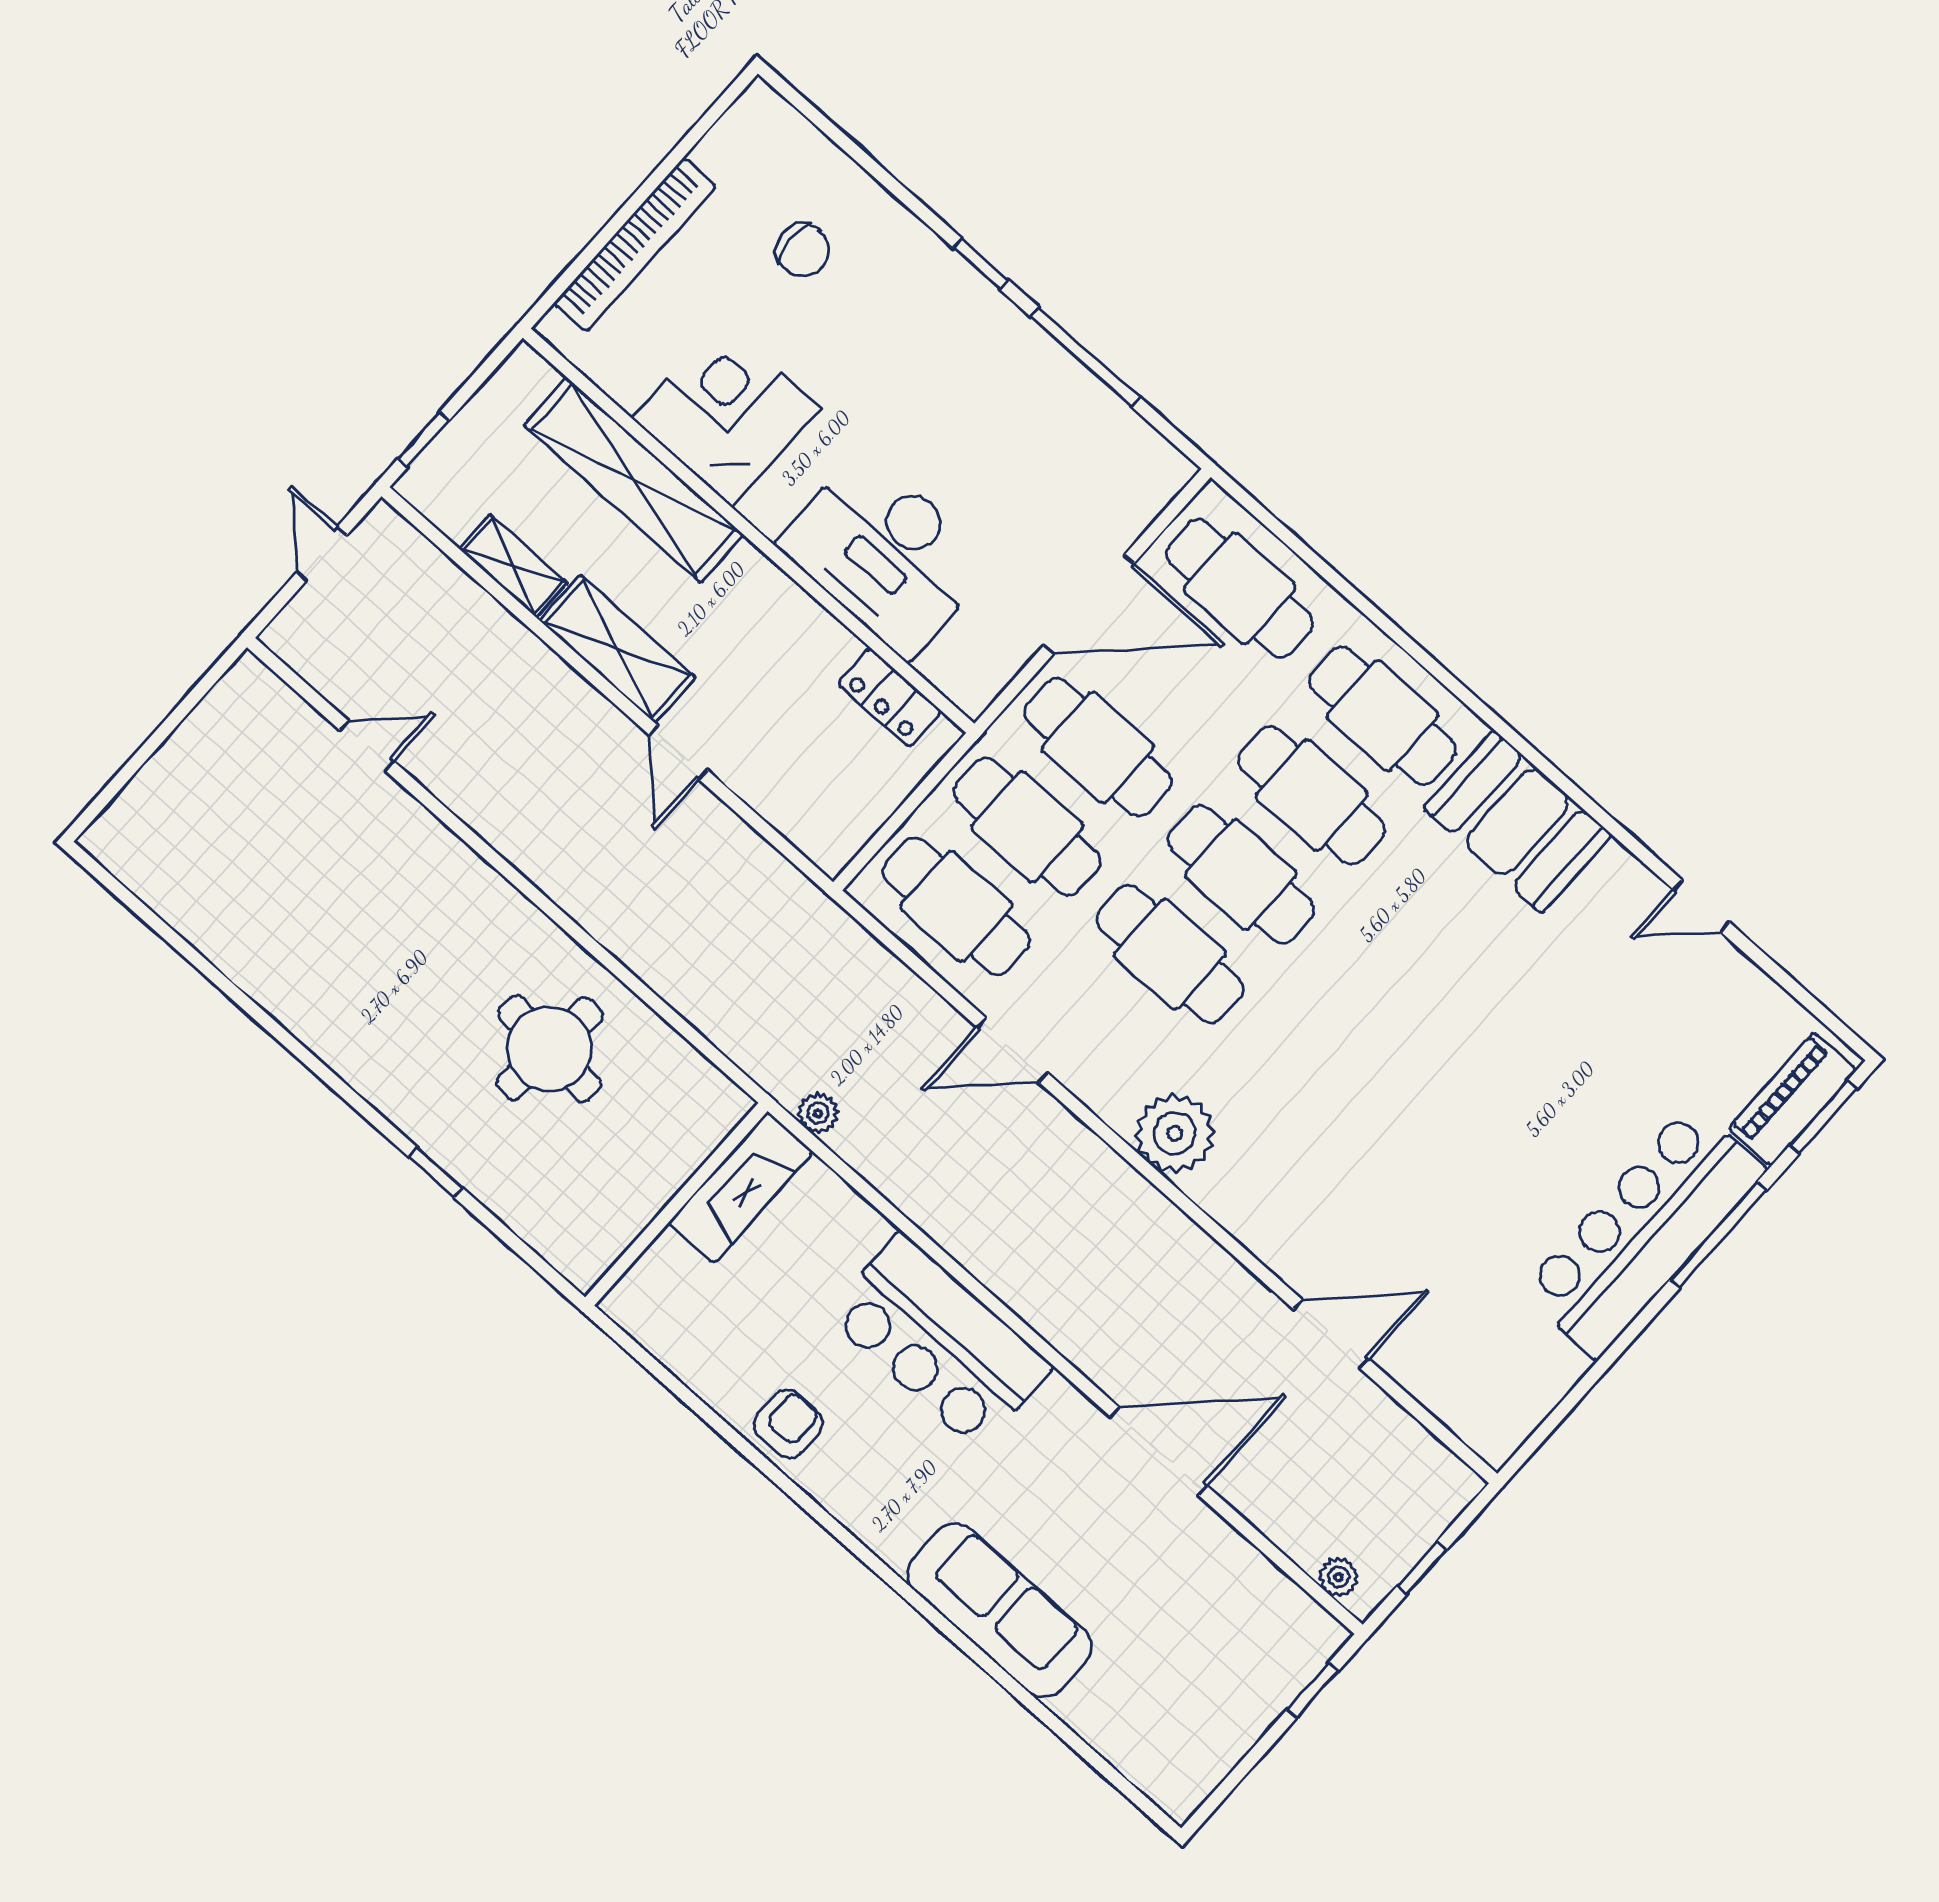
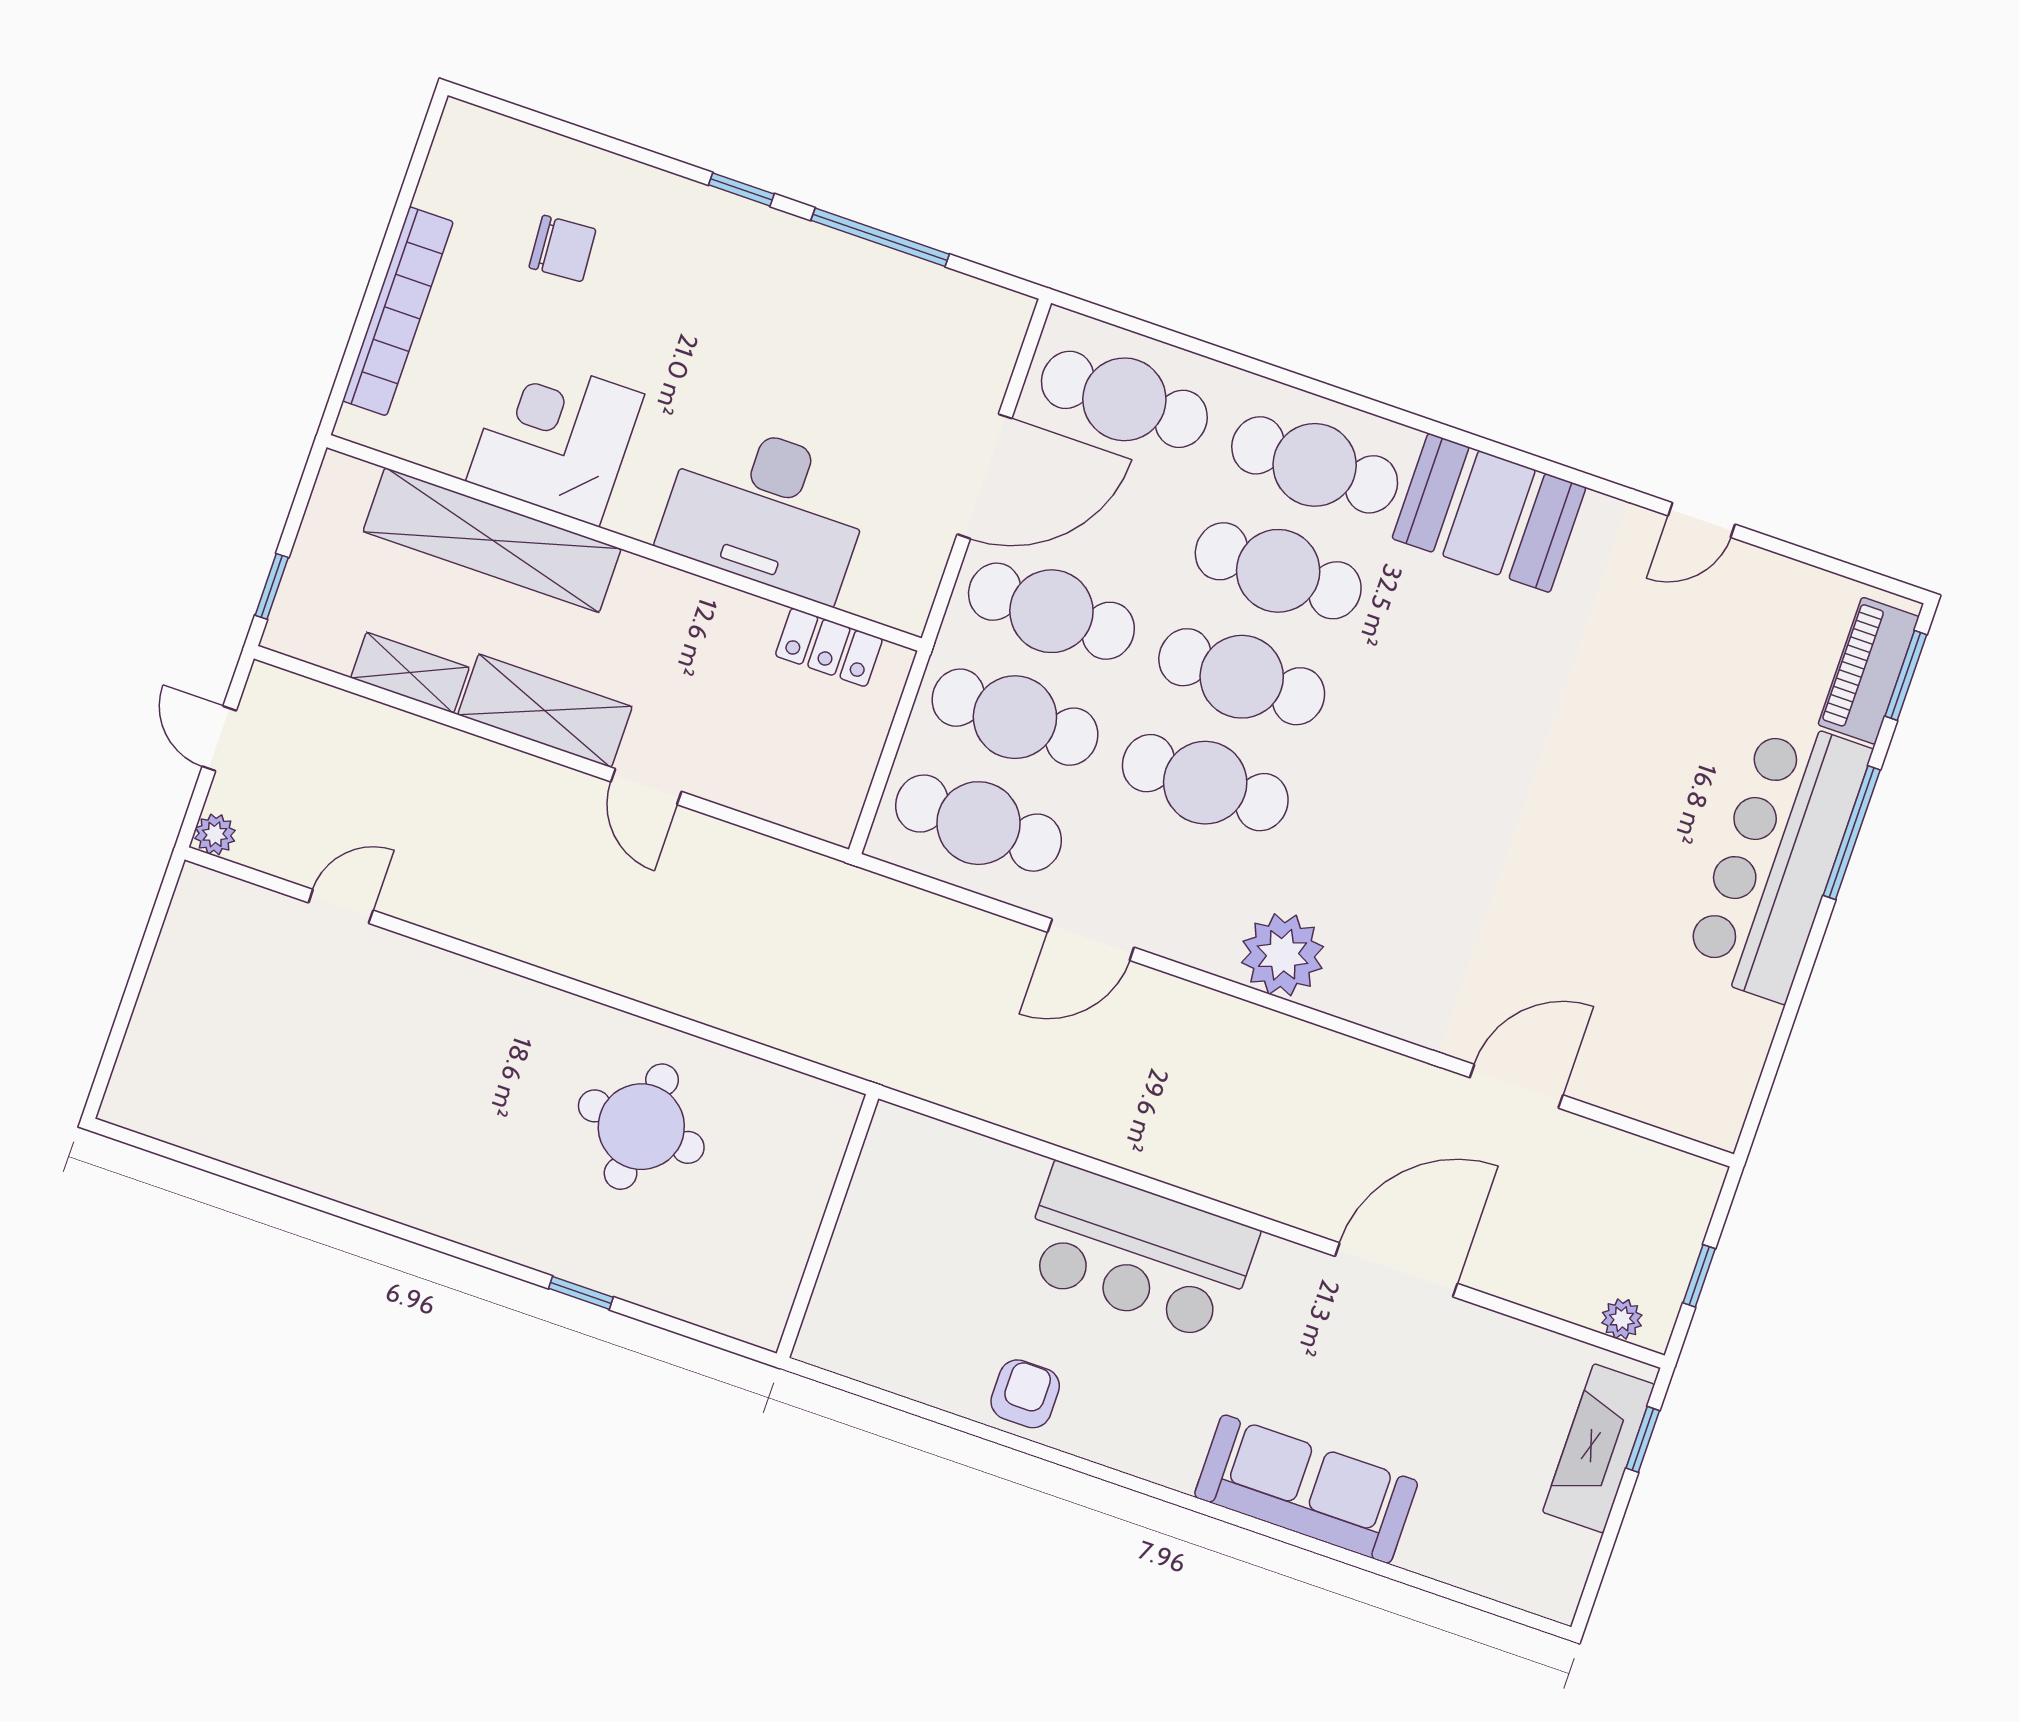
plant: (818, 1113) -> (215, 834), moved
fireplace: (741, 1187) -> (1599, 1448), moved, turned 180

